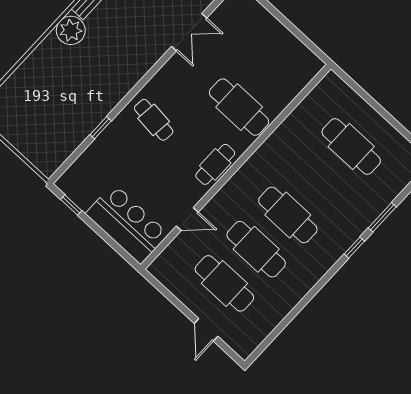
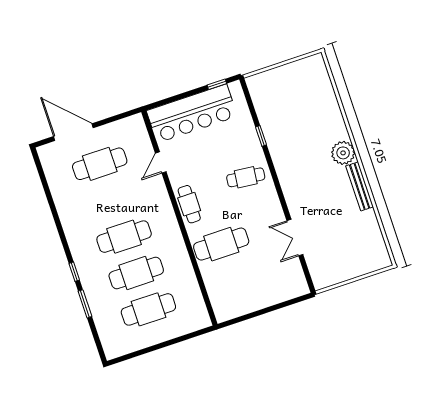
bar counter: (127, 224) -> (192, 113), width x1.36
cafe table: (256, 249) -> (136, 273), moved
door: (206, 330) -> (73, 132), width x1.87

